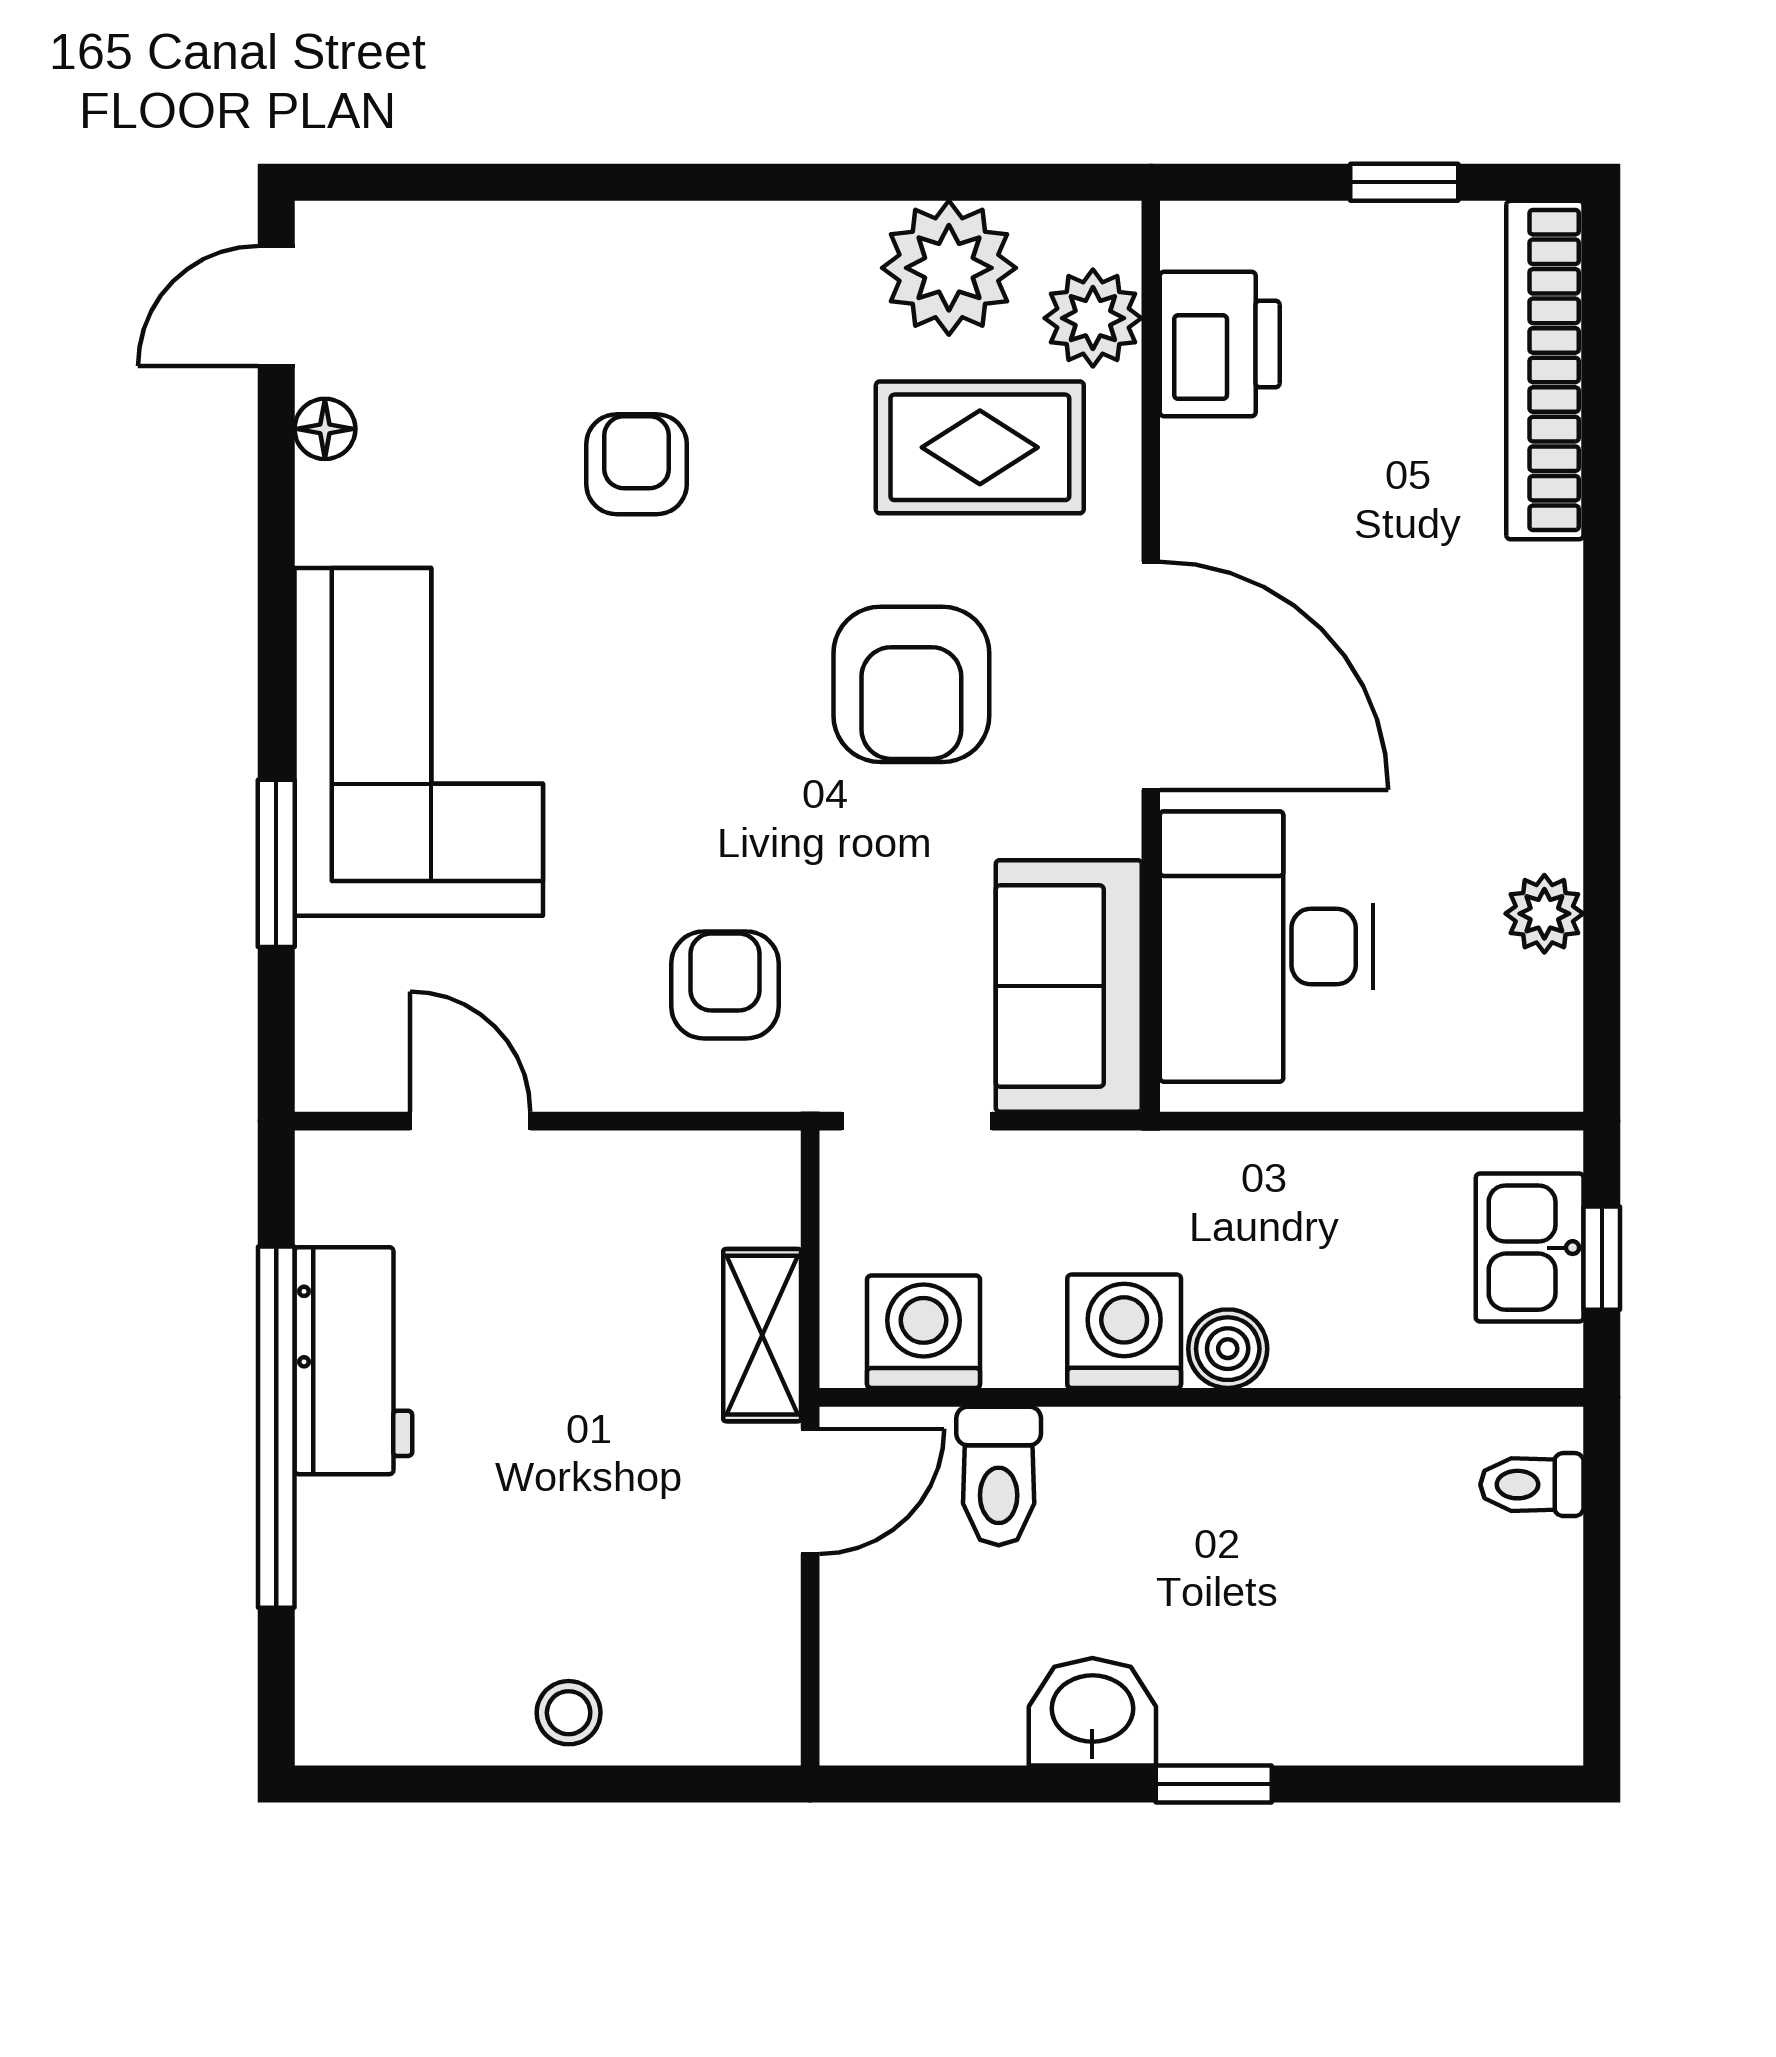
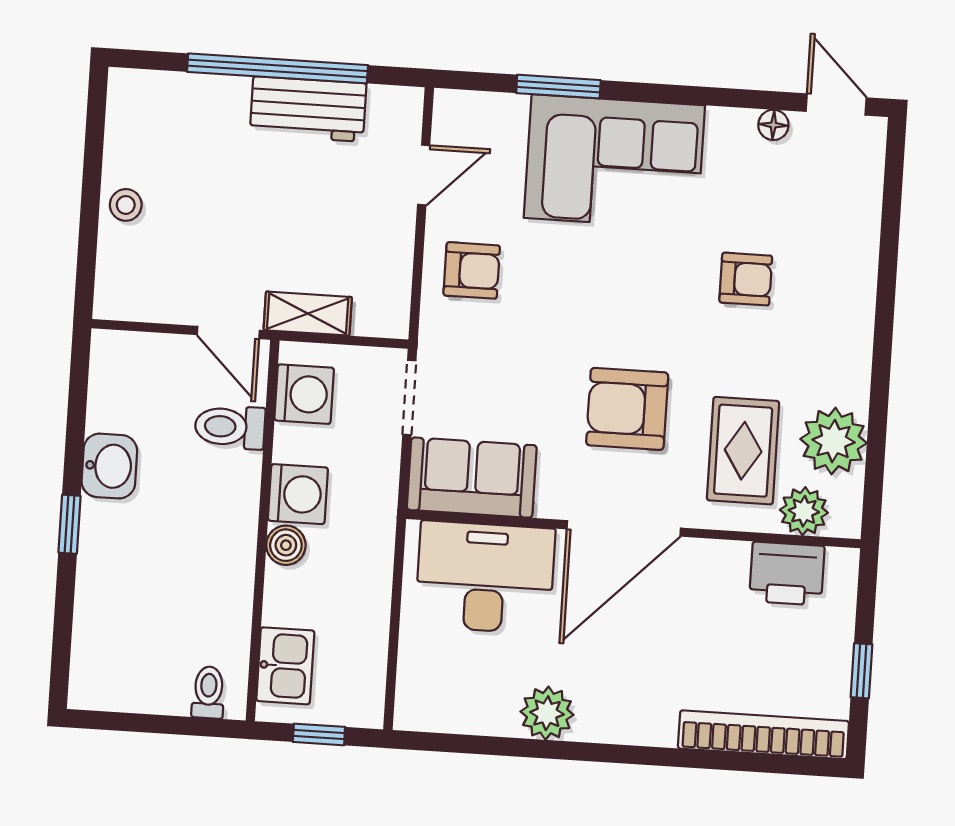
plant: (1544, 914) -> (547, 713), moved, width x1.38, depth x1.38
armchair: (725, 985) -> (472, 270), moved
kitchen sink: (1530, 1248) -> (285, 666), moved, turned 90

